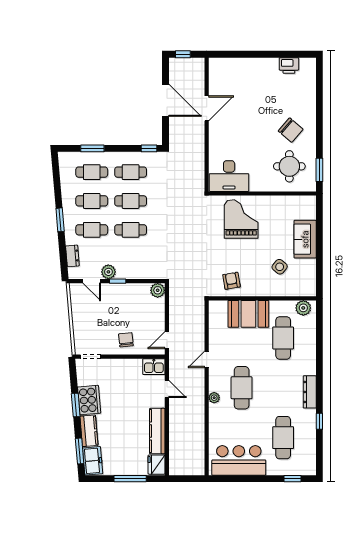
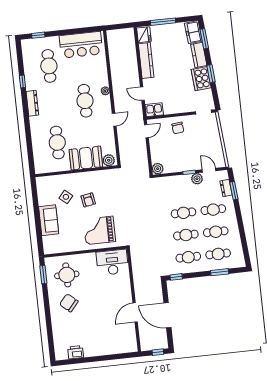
grand piano: (241, 219) -> (99, 230), turned 90
window: (60, 220) -> (234, 191), moved
armchair: (231, 281) -> (88, 200), moved
plant: (303, 308) -> (109, 160), moved

